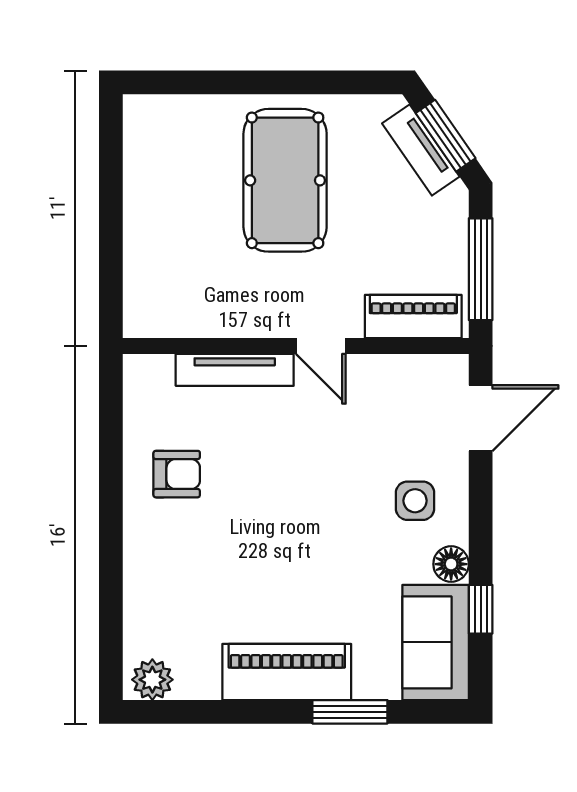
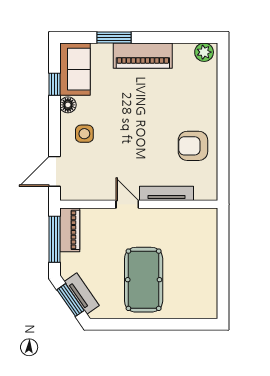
piano: (413, 316) -> (70, 230), moved, turned -90
armchair: (177, 474) -> (193, 146), width x1.38, depth x1.38

